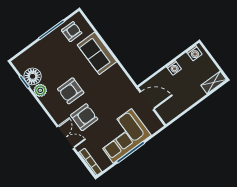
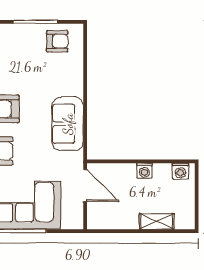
sofa: (97, 53) -> (68, 124), moved
shelving: (214, 82) -> (157, 222), moved

